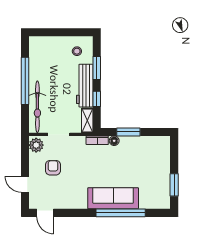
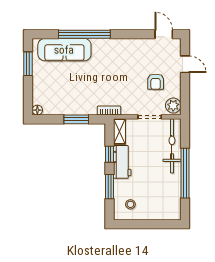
workbench: (85, 86) -> (122, 162), width x0.73
floor lamp: (114, 141) -> (37, 110), moved
sofa: (113, 198) -> (64, 50), moved

